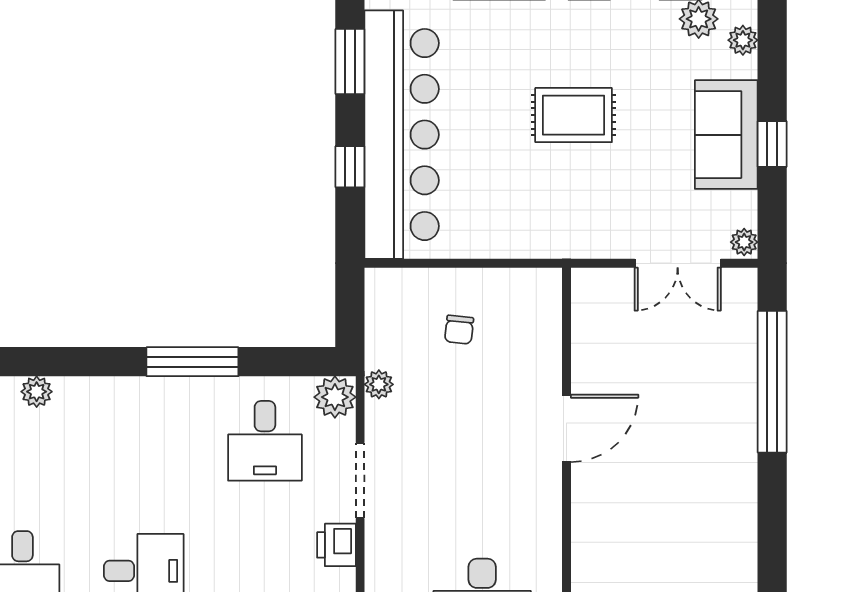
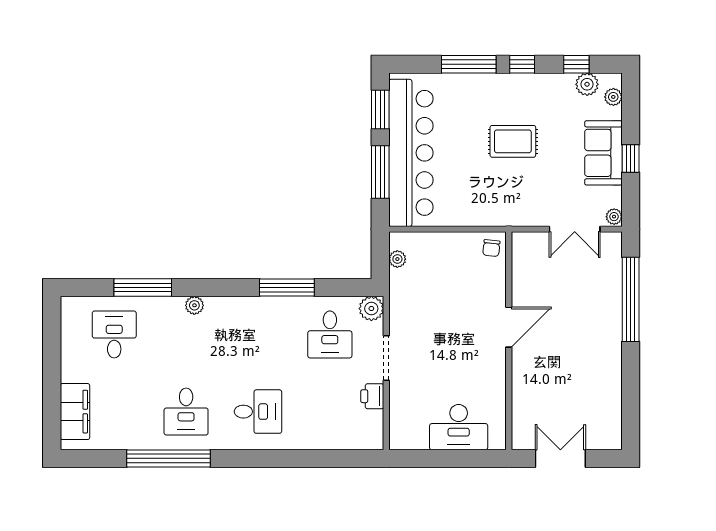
window: (350, 167) -> (380, 172), width x2.17
chair: (459, 330) -> (491, 248), moved
plant: (379, 384) -> (397, 259), moved

